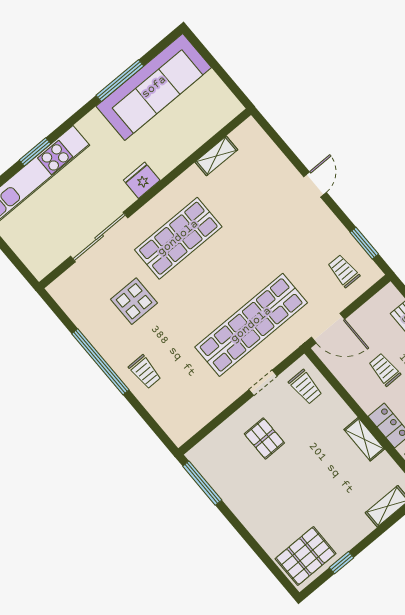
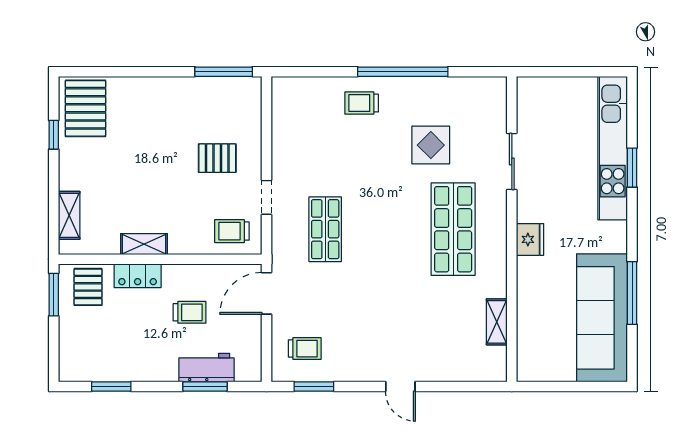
sliding door: (99, 237) -> (512, 162), width x0.73
shop shelf: (251, 325) -> (325, 229), width x0.50, depth x0.74

